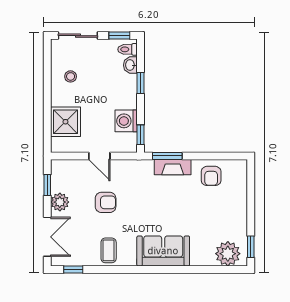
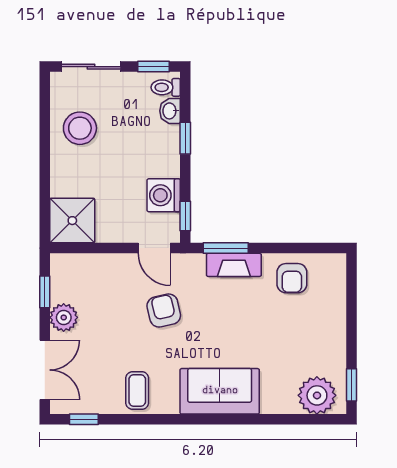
stool: (71, 76) -> (80, 128), width x1.89, depth x1.89
shower: (65, 122) -> (72, 221), moved
door: (99, 156) -> (154, 248), moved
armchair: (106, 202) -> (164, 311), moved, turned -103

